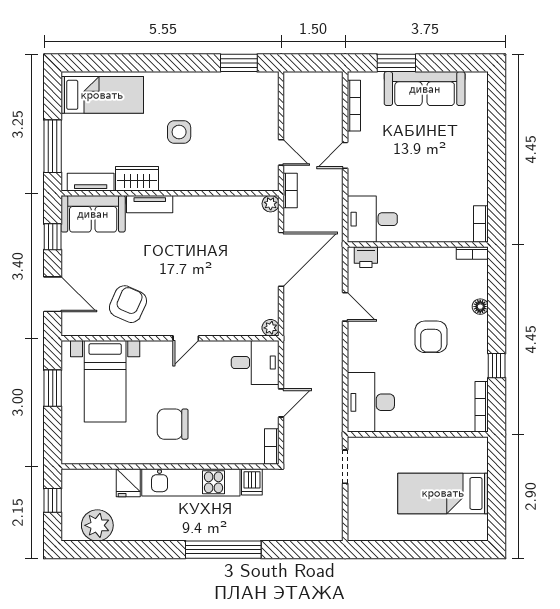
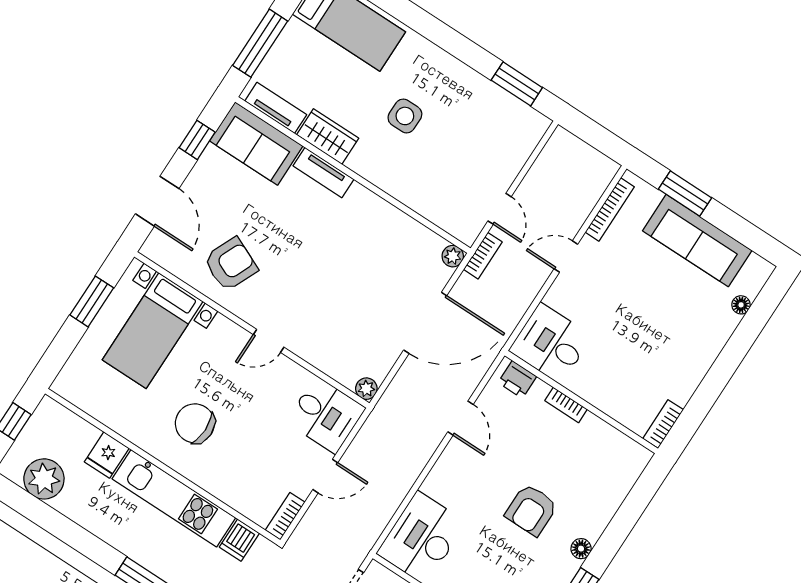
floor lamp: (481, 112) -> (741, 305), added
bookcase: (472, 253) -> (566, 405), moved
floor lamp: (480, 307) -> (581, 549), moved

